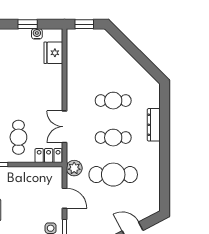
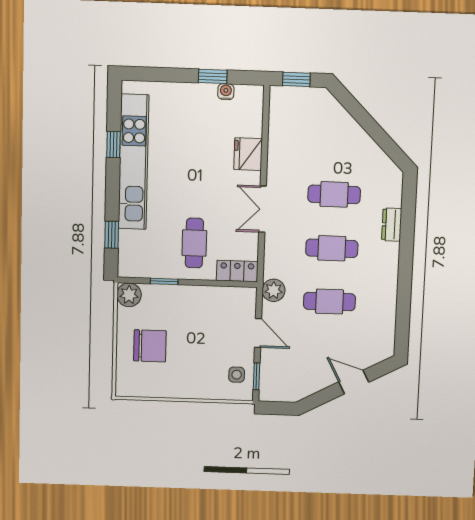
fridge: (53, 53) -> (248, 154), moved
dresser: (154, 125) -> (392, 225), width x0.70
double door: (65, 127) -> (262, 209), moved
cafe table: (113, 175) -> (329, 302), width x0.73, depth x0.74

